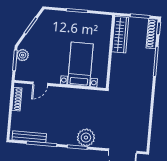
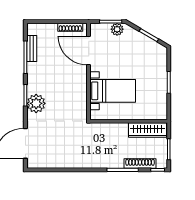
shoe rack: (152, 34) -> (140, 164), moved
door: (40, 84) -> (89, 50), width x1.87
bench: (29, 137) -> (32, 48), width x0.73

